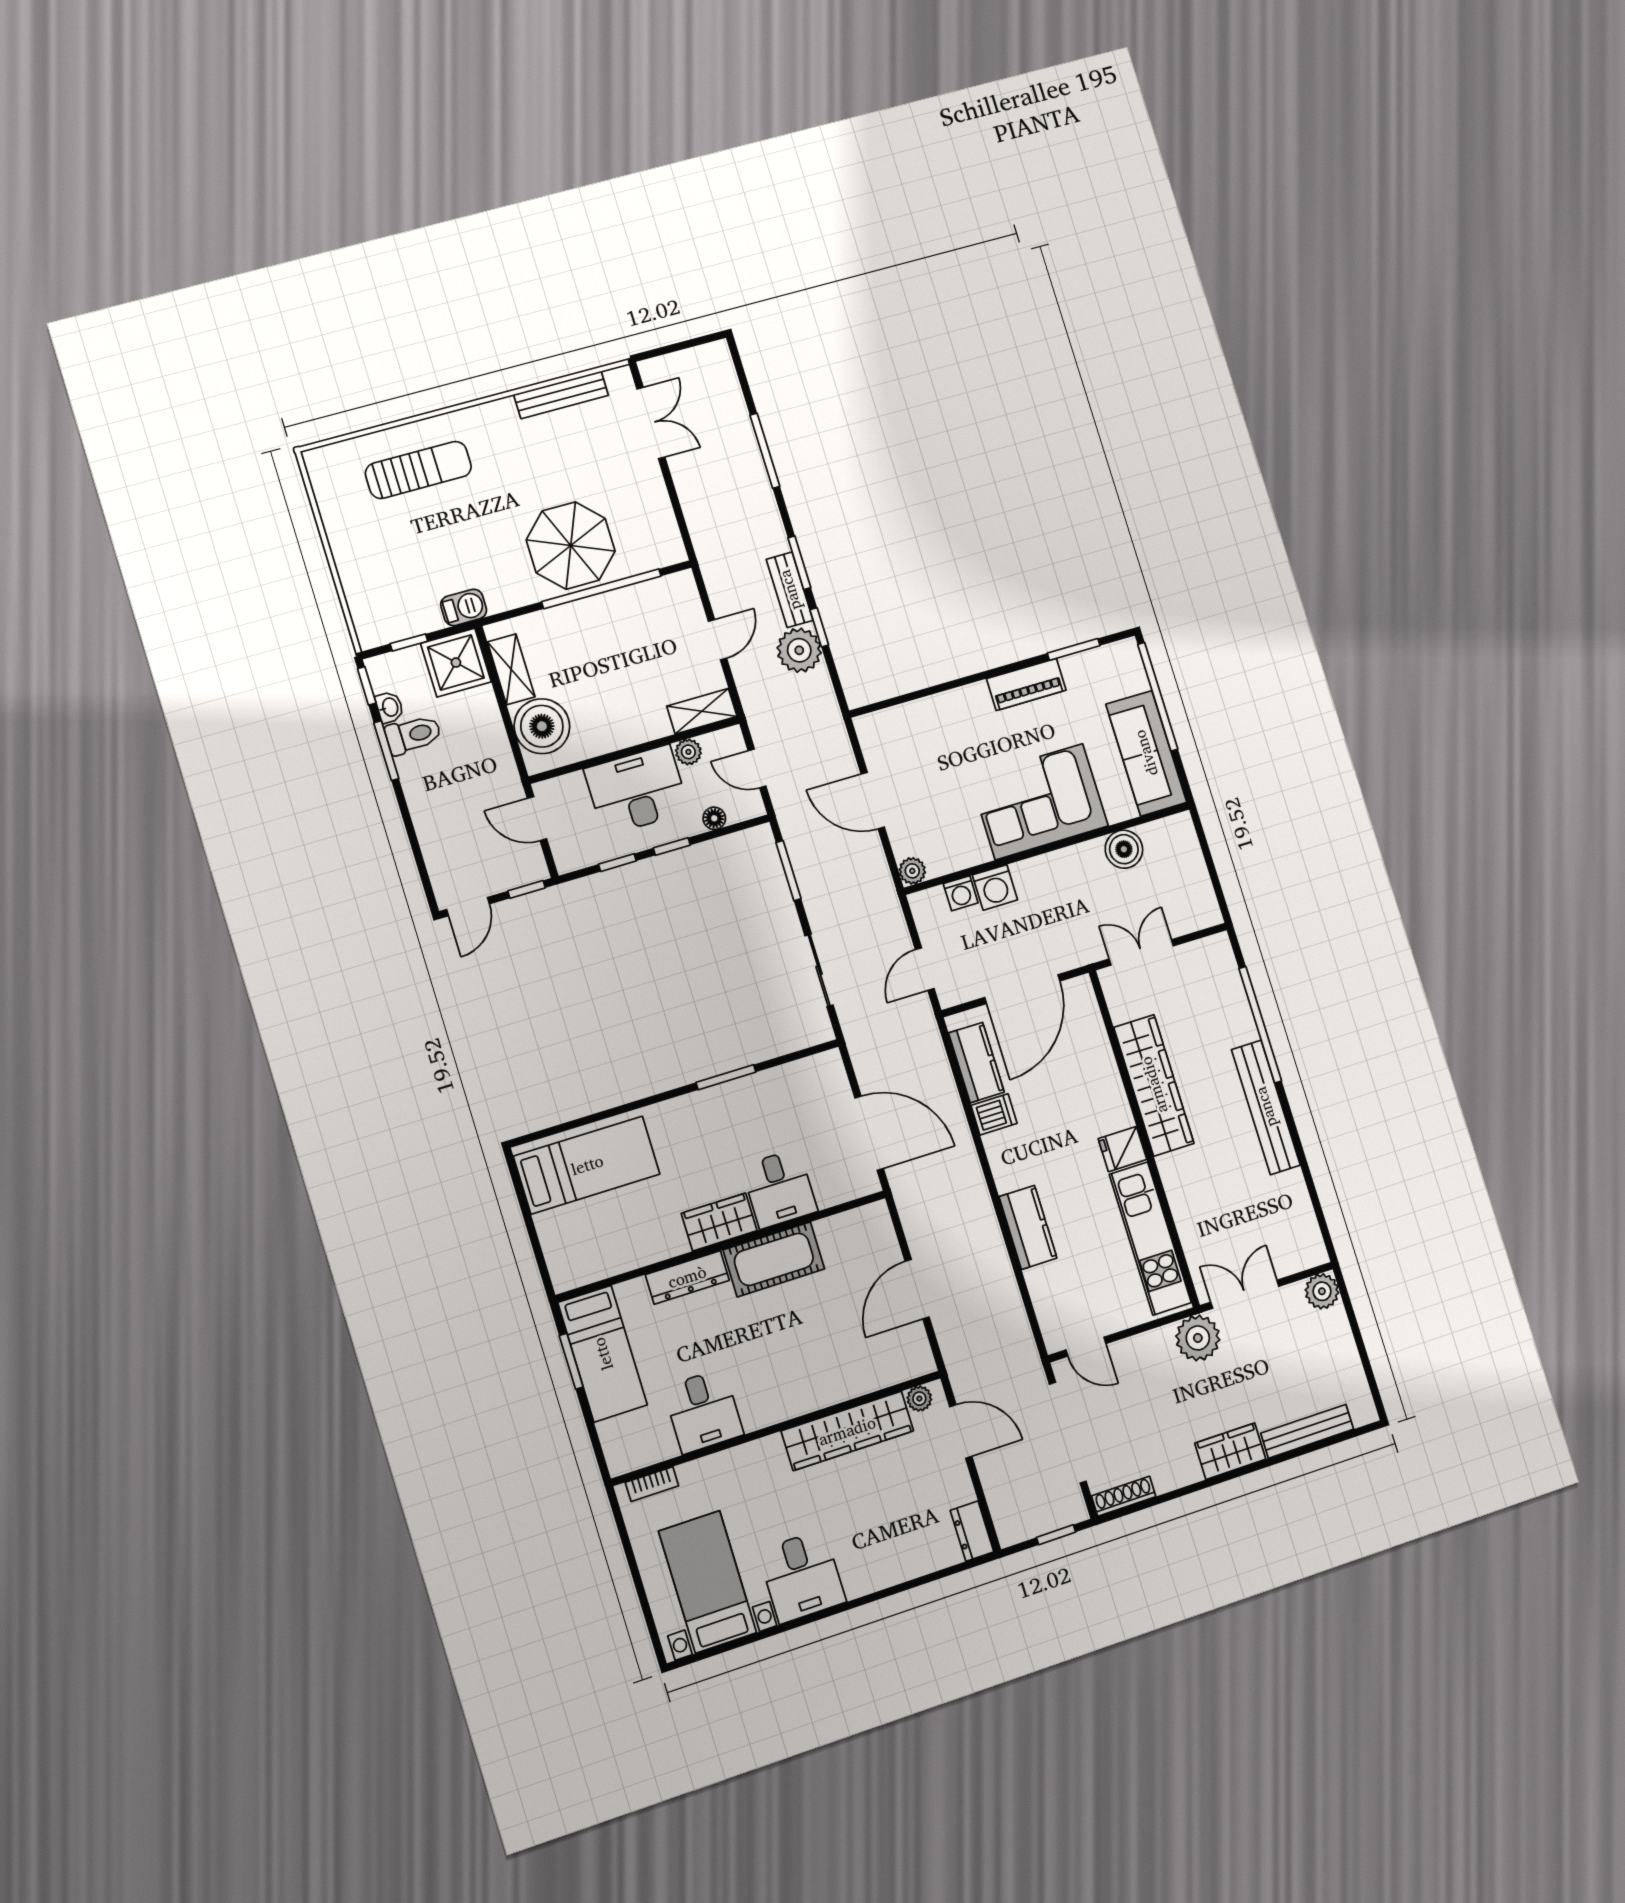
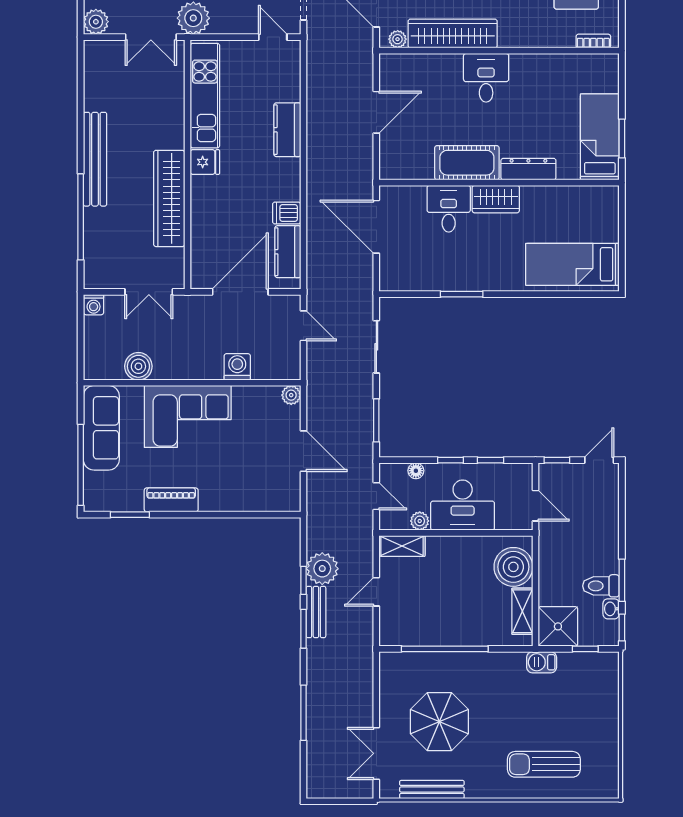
parasol: (571, 546) -> (439, 722), moved
washing machine: (961, 893) -> (94, 305), moved, turned 180
door: (925, 969) -> (303, 326), hinge flipped
desk: (703, 1411) -> (486, 78), moved

